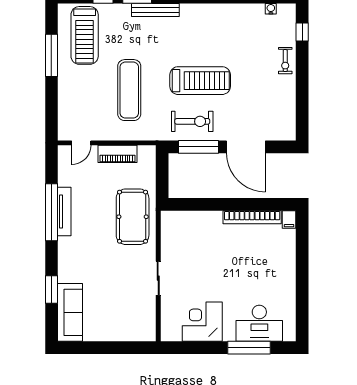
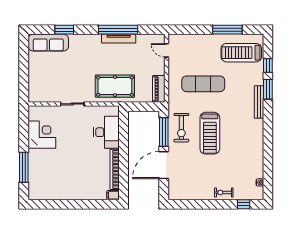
piano: (118, 154) -> (159, 89), moved
desk: (259, 323) -> (107, 132), moved, turned 180

